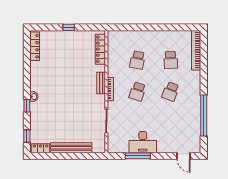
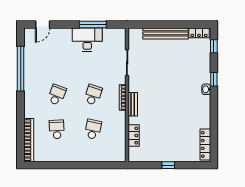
locker: (100, 49) -> (134, 136), width x0.66
door: (184, 156) -> (43, 25), swing flipped

